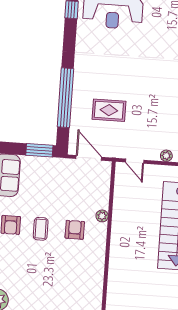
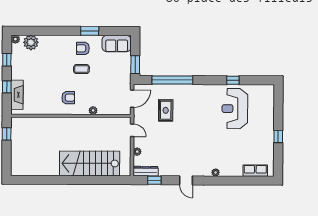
door: (135, 161) -> (132, 130), swing flipped
armchair: (75, 230) -> (68, 98), moved

